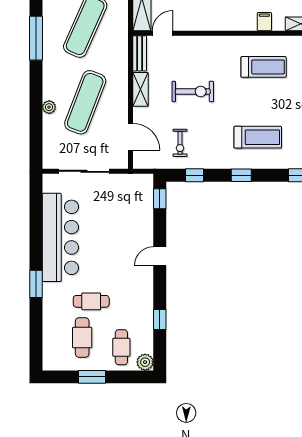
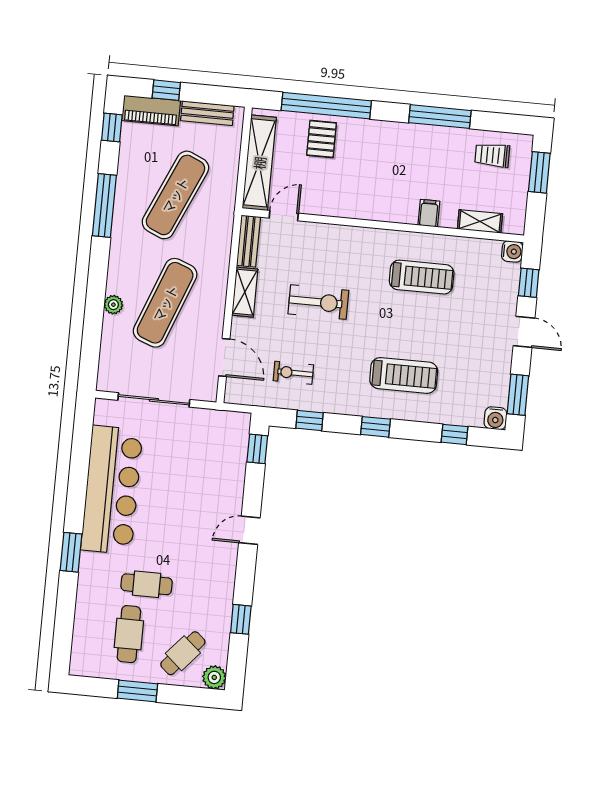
exercise bike: (180, 143) -> (293, 373), turned 90
cafe table: (121, 347) -> (183, 653), turned 41

